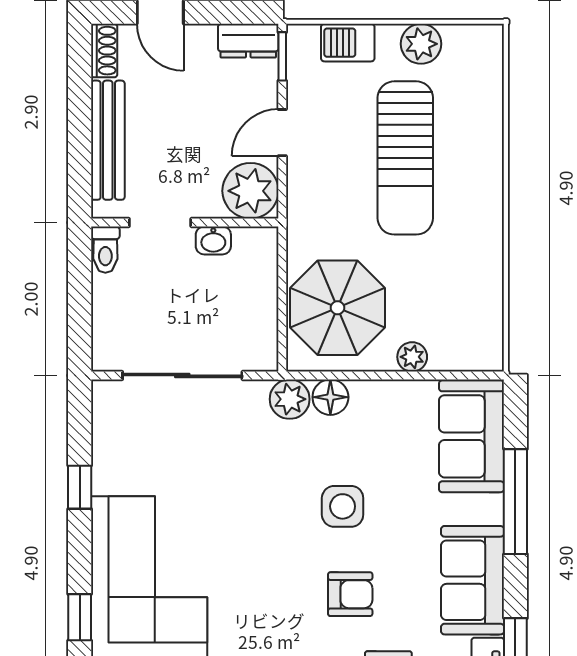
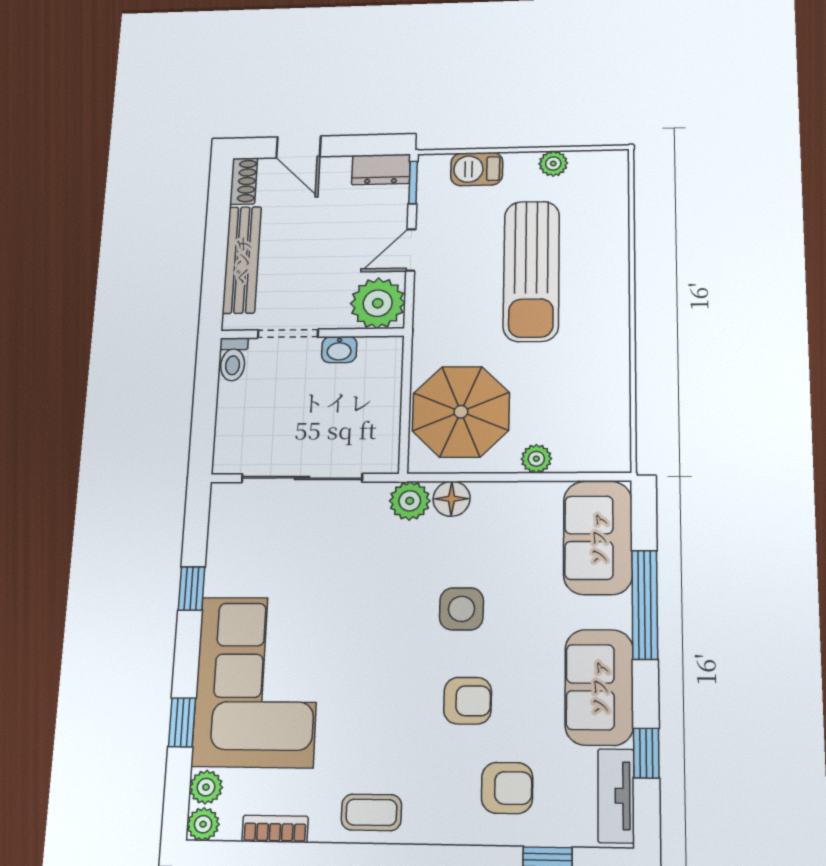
plant: (421, 44) -> (553, 164), width x0.73, depth x0.73

